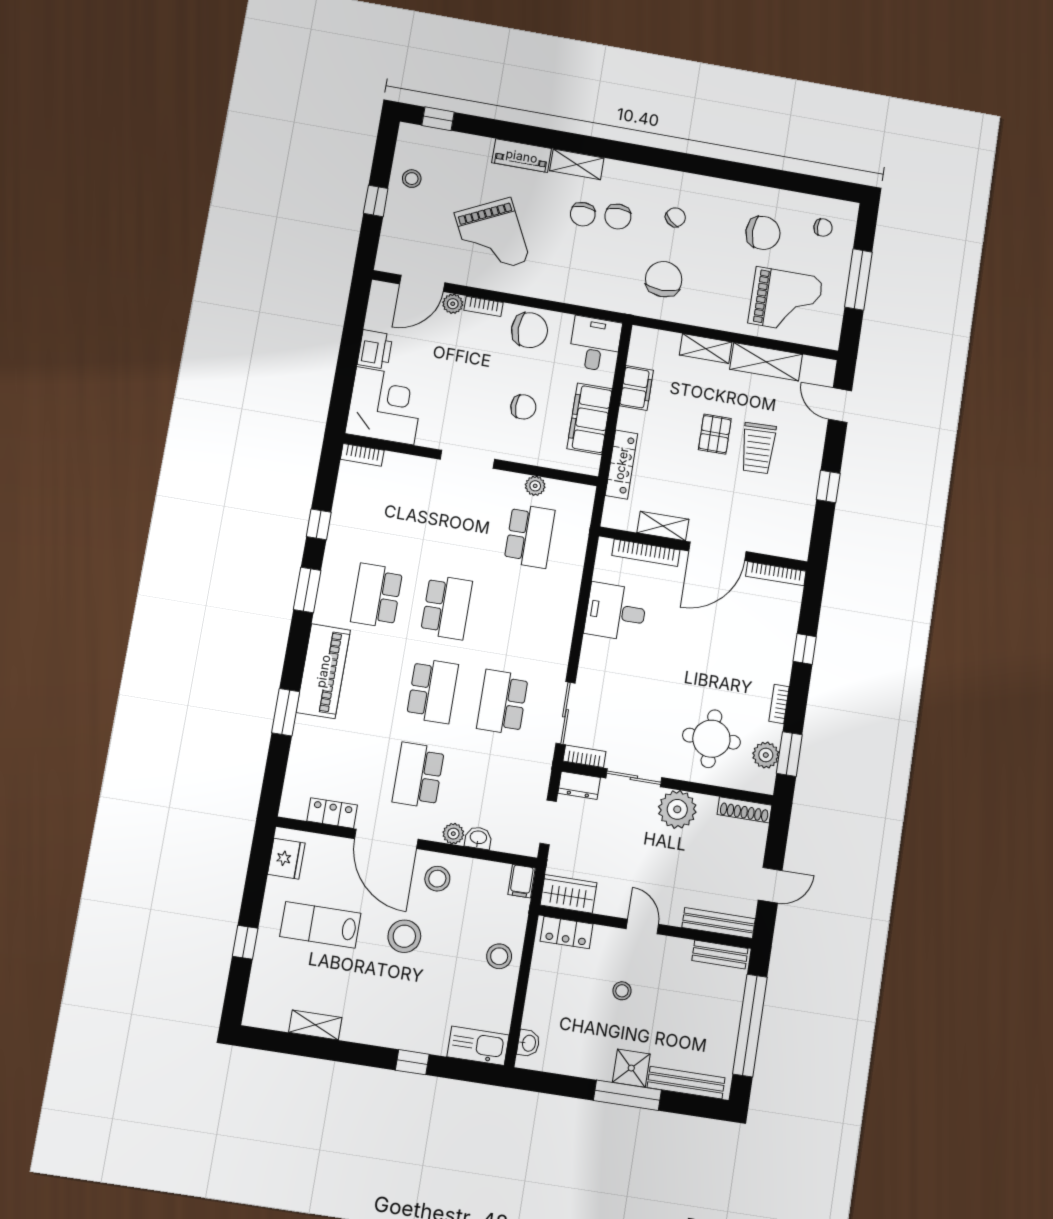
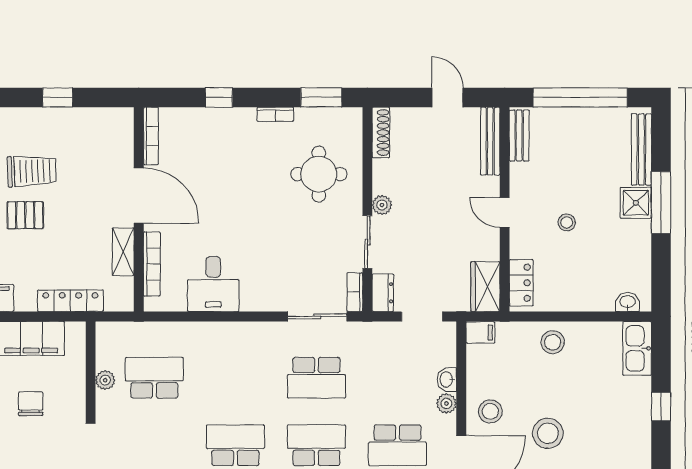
plant: (766, 755) -> (326, 120), removed
plant: (677, 809) -> (382, 205), width x0.53, depth x0.53
door: (642, 926) -> (505, 212), hinge flipped

